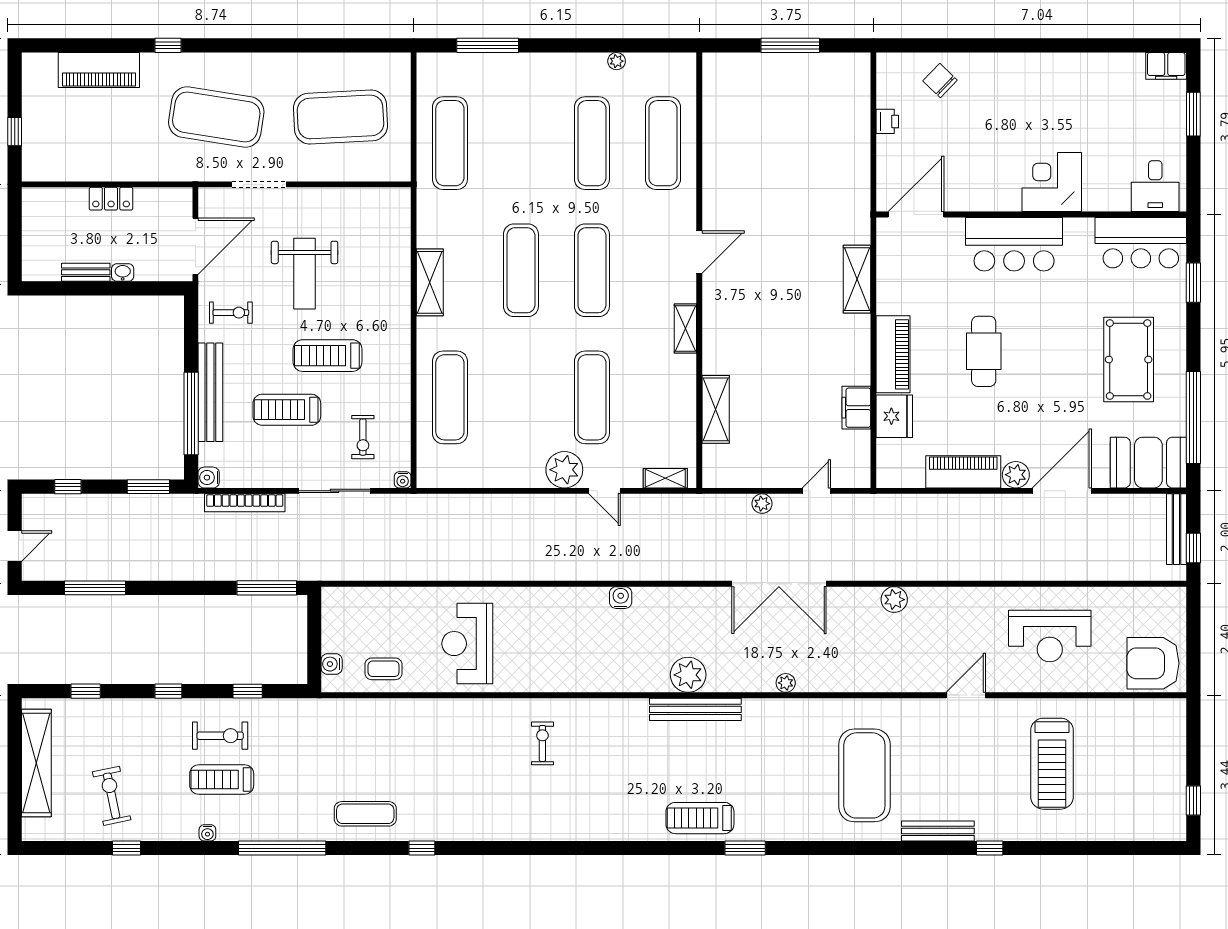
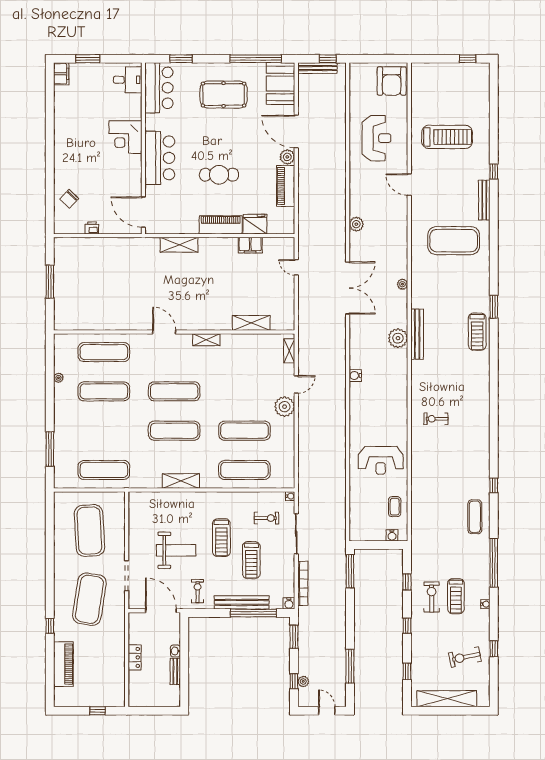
exercise mat: (592, 397) -> (244, 431), moved
plant: (762, 504) -> (303, 681), moved

